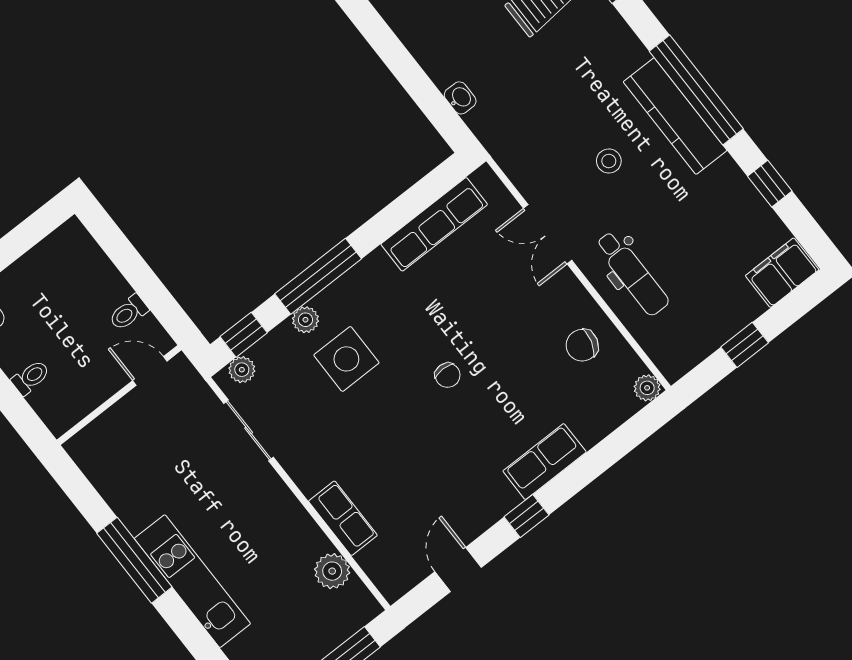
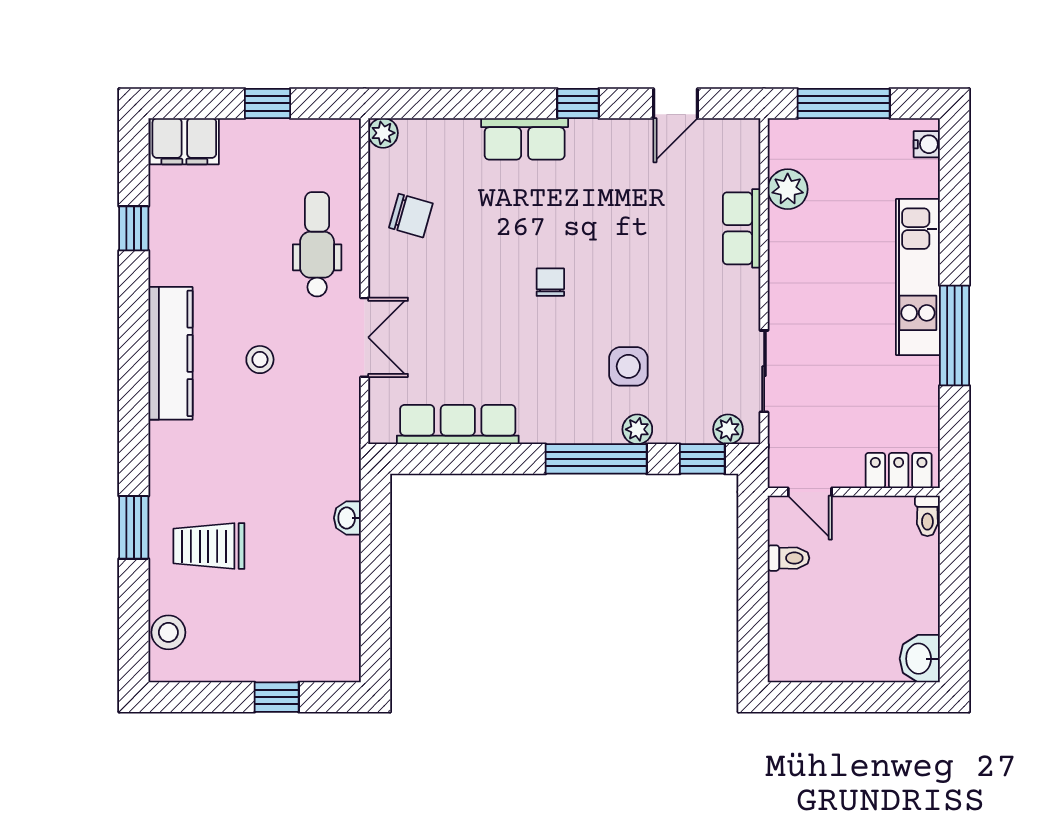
window: (696, 90) -> (134, 362), removed
side table: (346, 359) -> (628, 366), width x0.73, depth x0.73
toilet: (31, 377) -> (927, 516), moved, turned -90
locker: (99, 435) -> (899, 471), added

